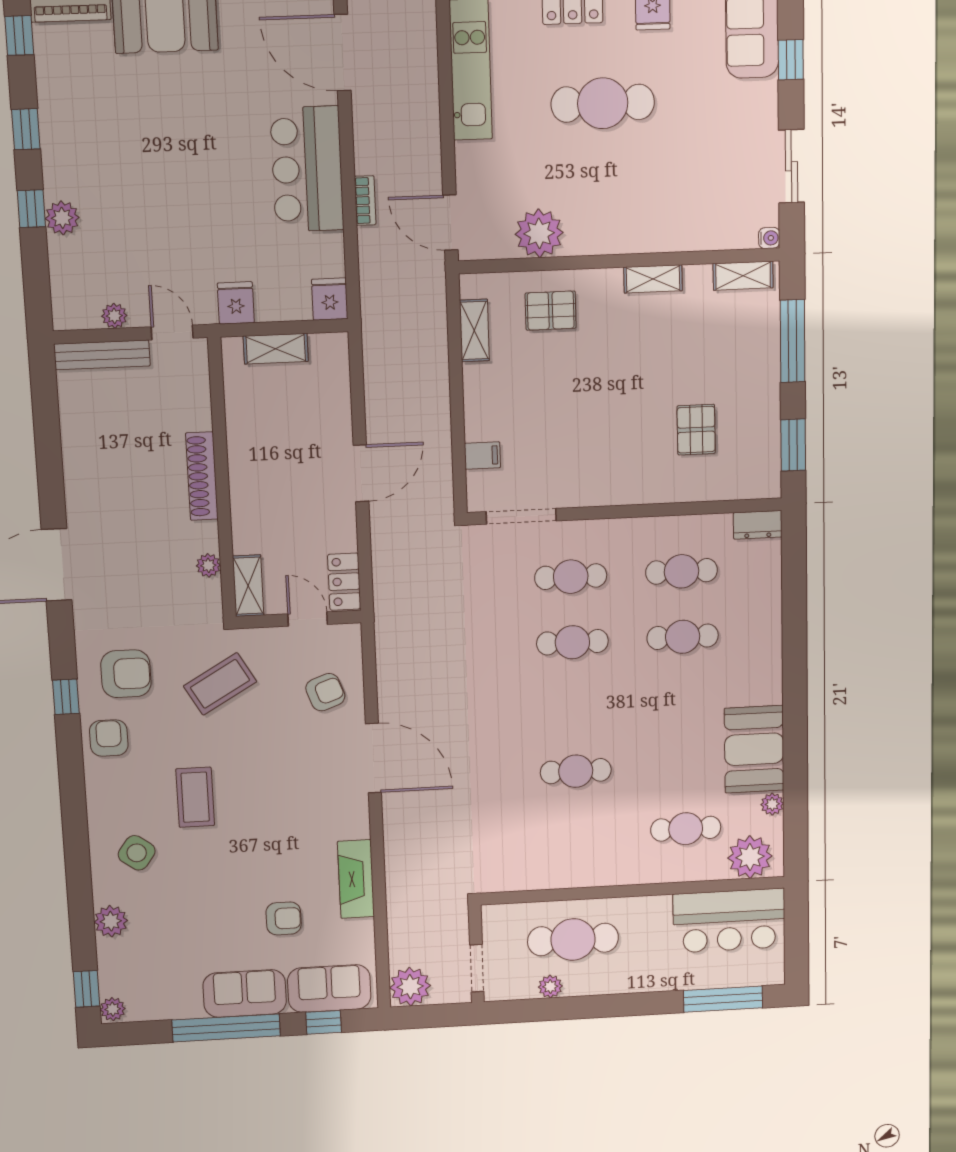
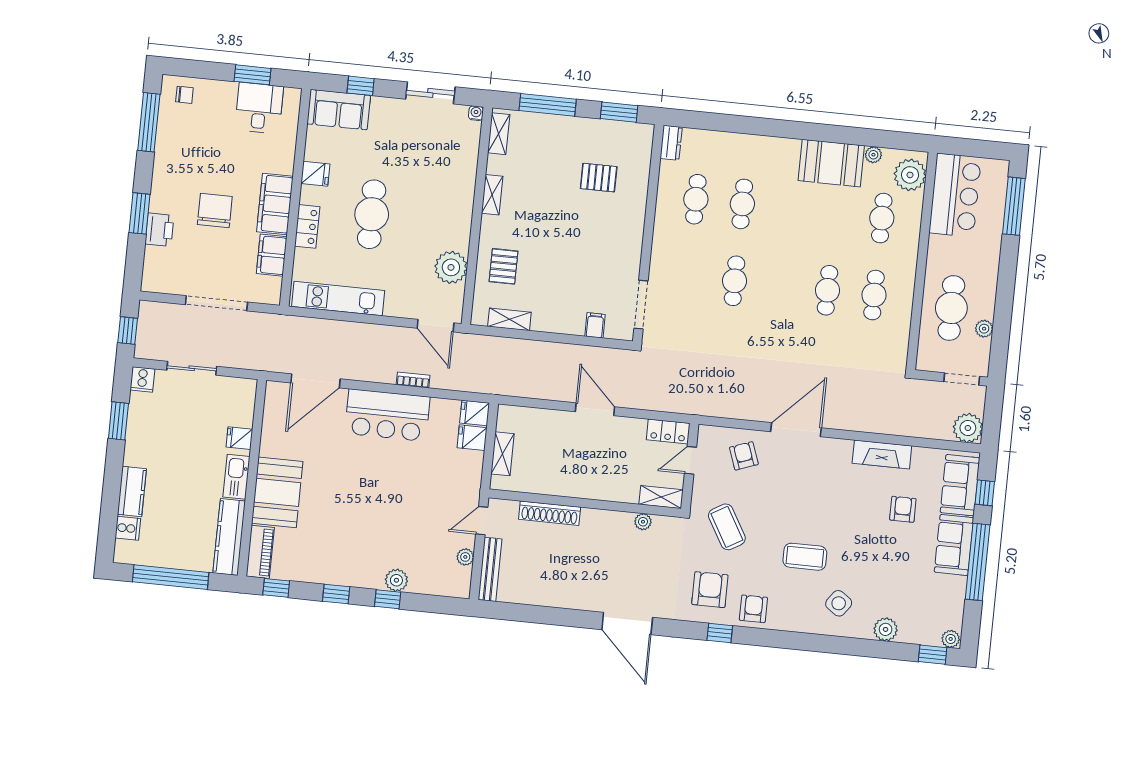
door: (450, 223) -> (435, 326), hinge flipped
fridge: (236, 303) -> (472, 438), moved
shoe rack: (202, 476) -> (550, 513), moved
cafe table: (571, 577) -> (874, 295), moved
armchair: (109, 738) -> (753, 609), turned 90

